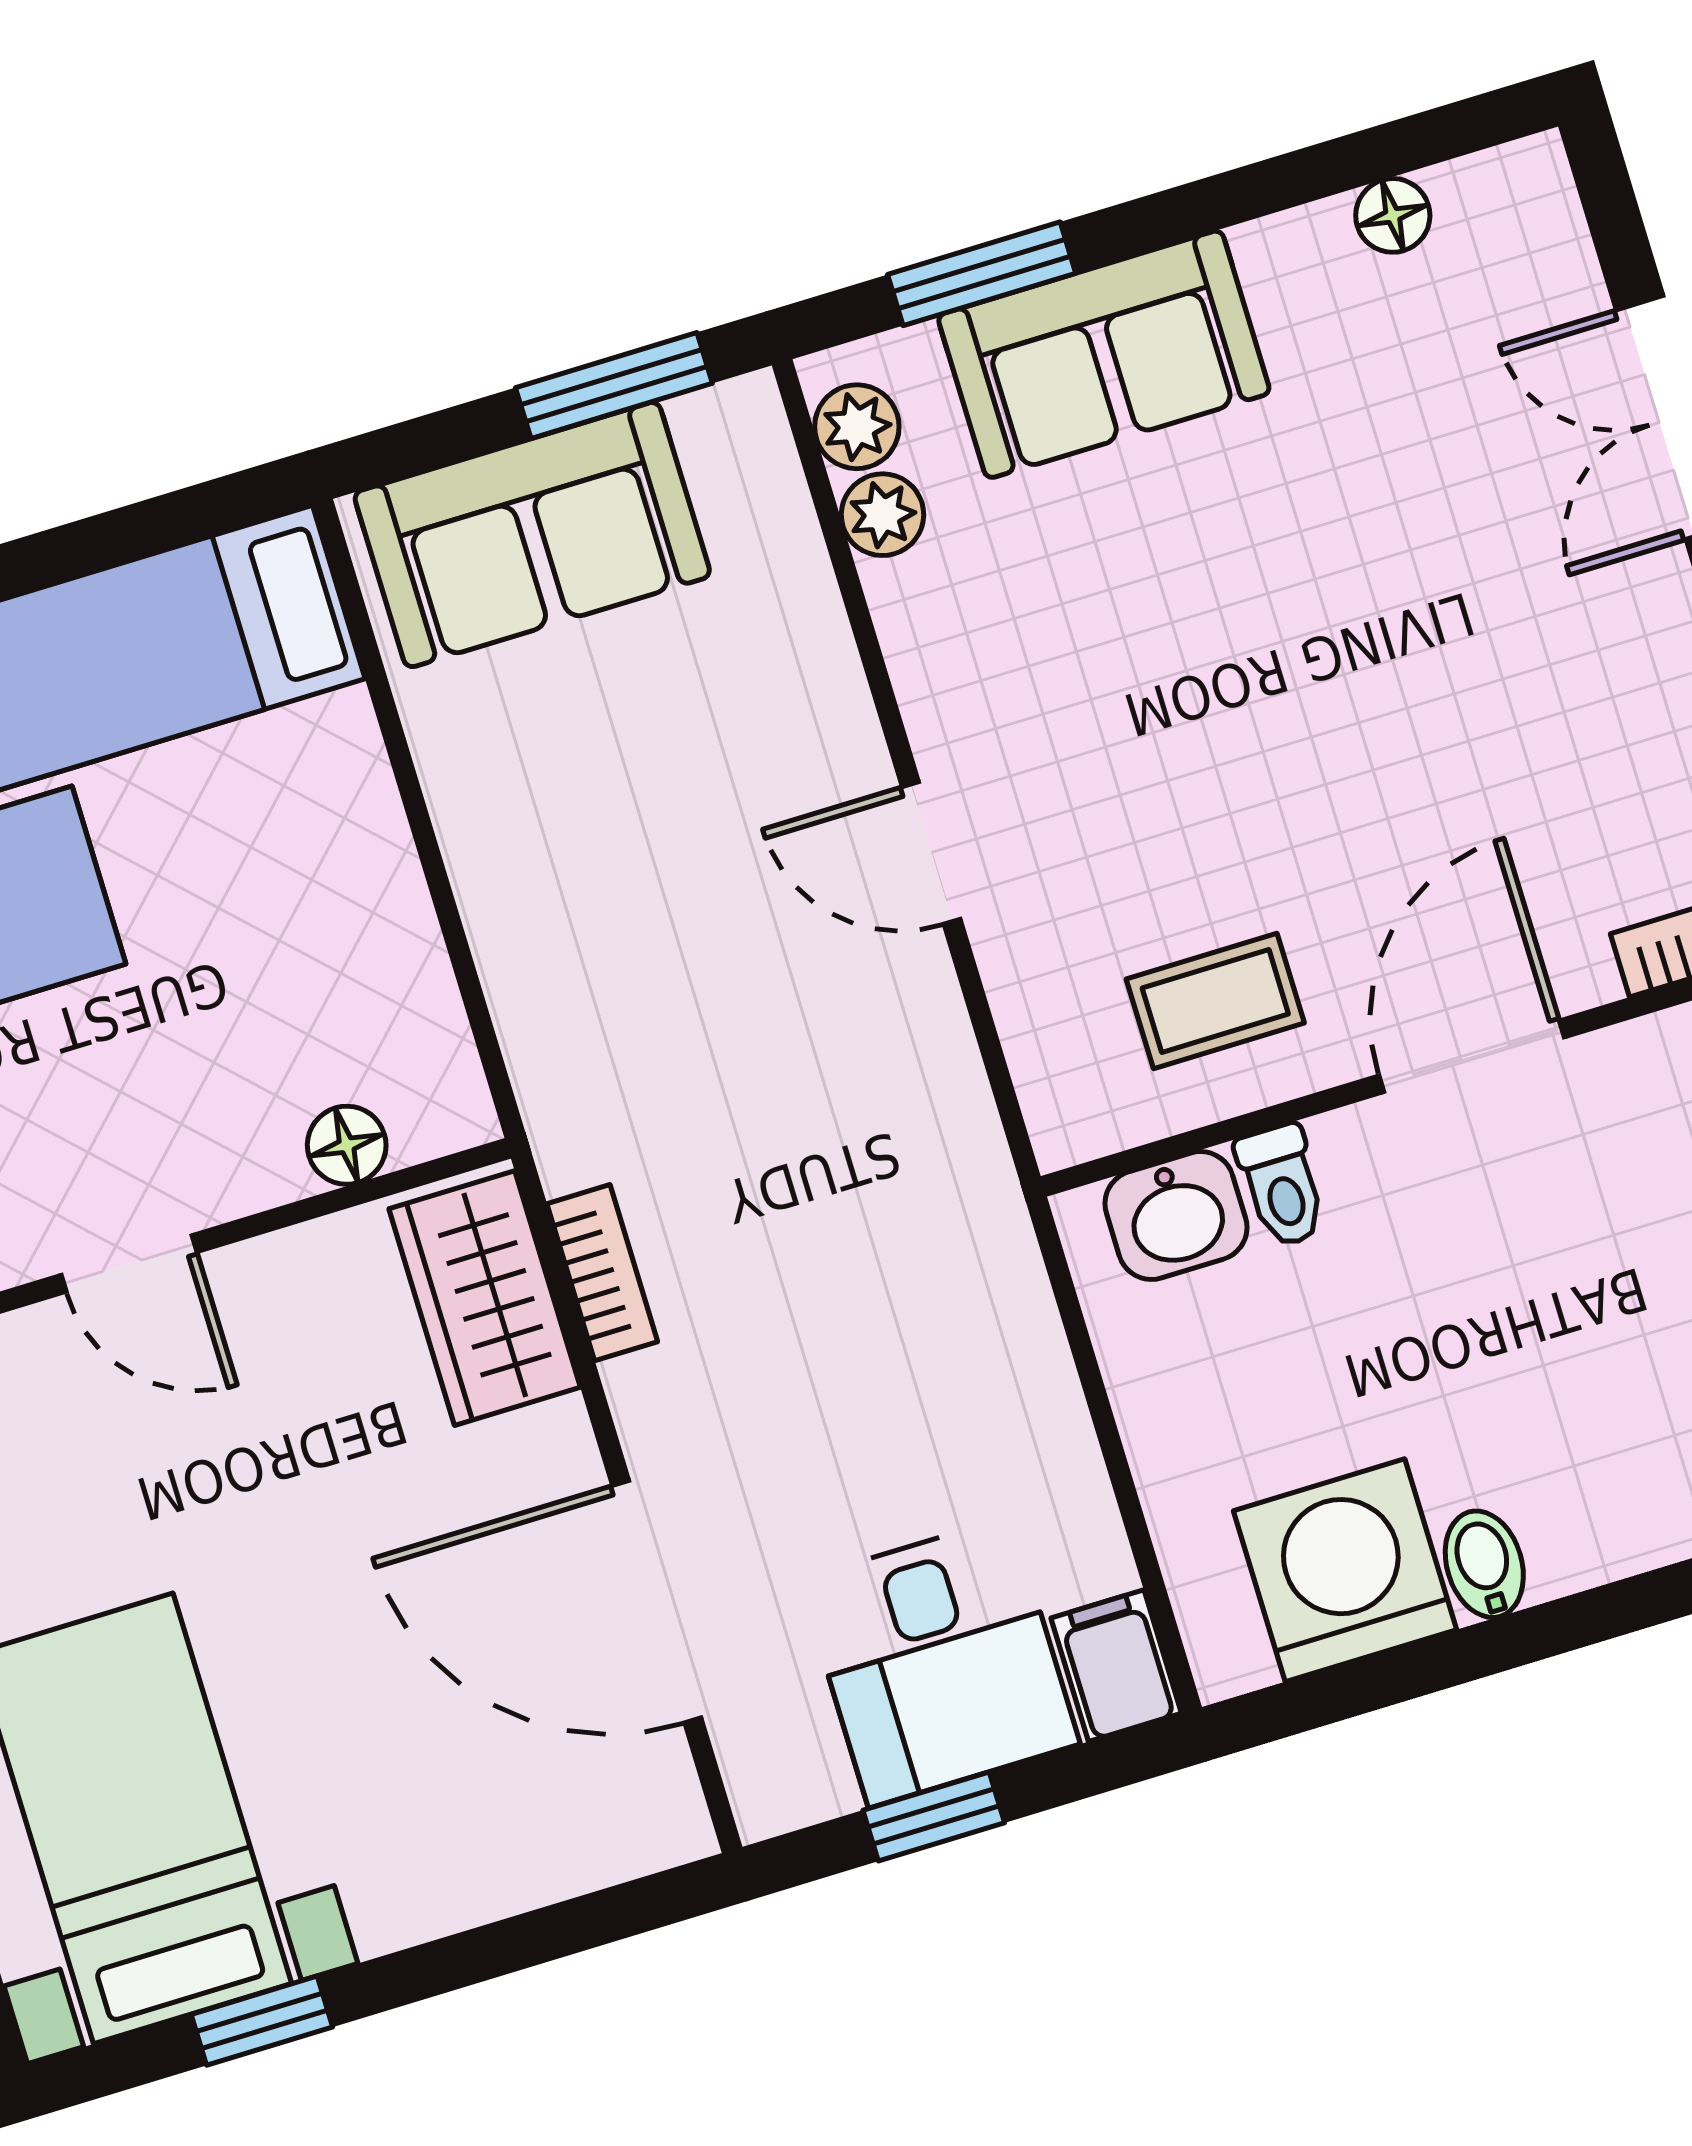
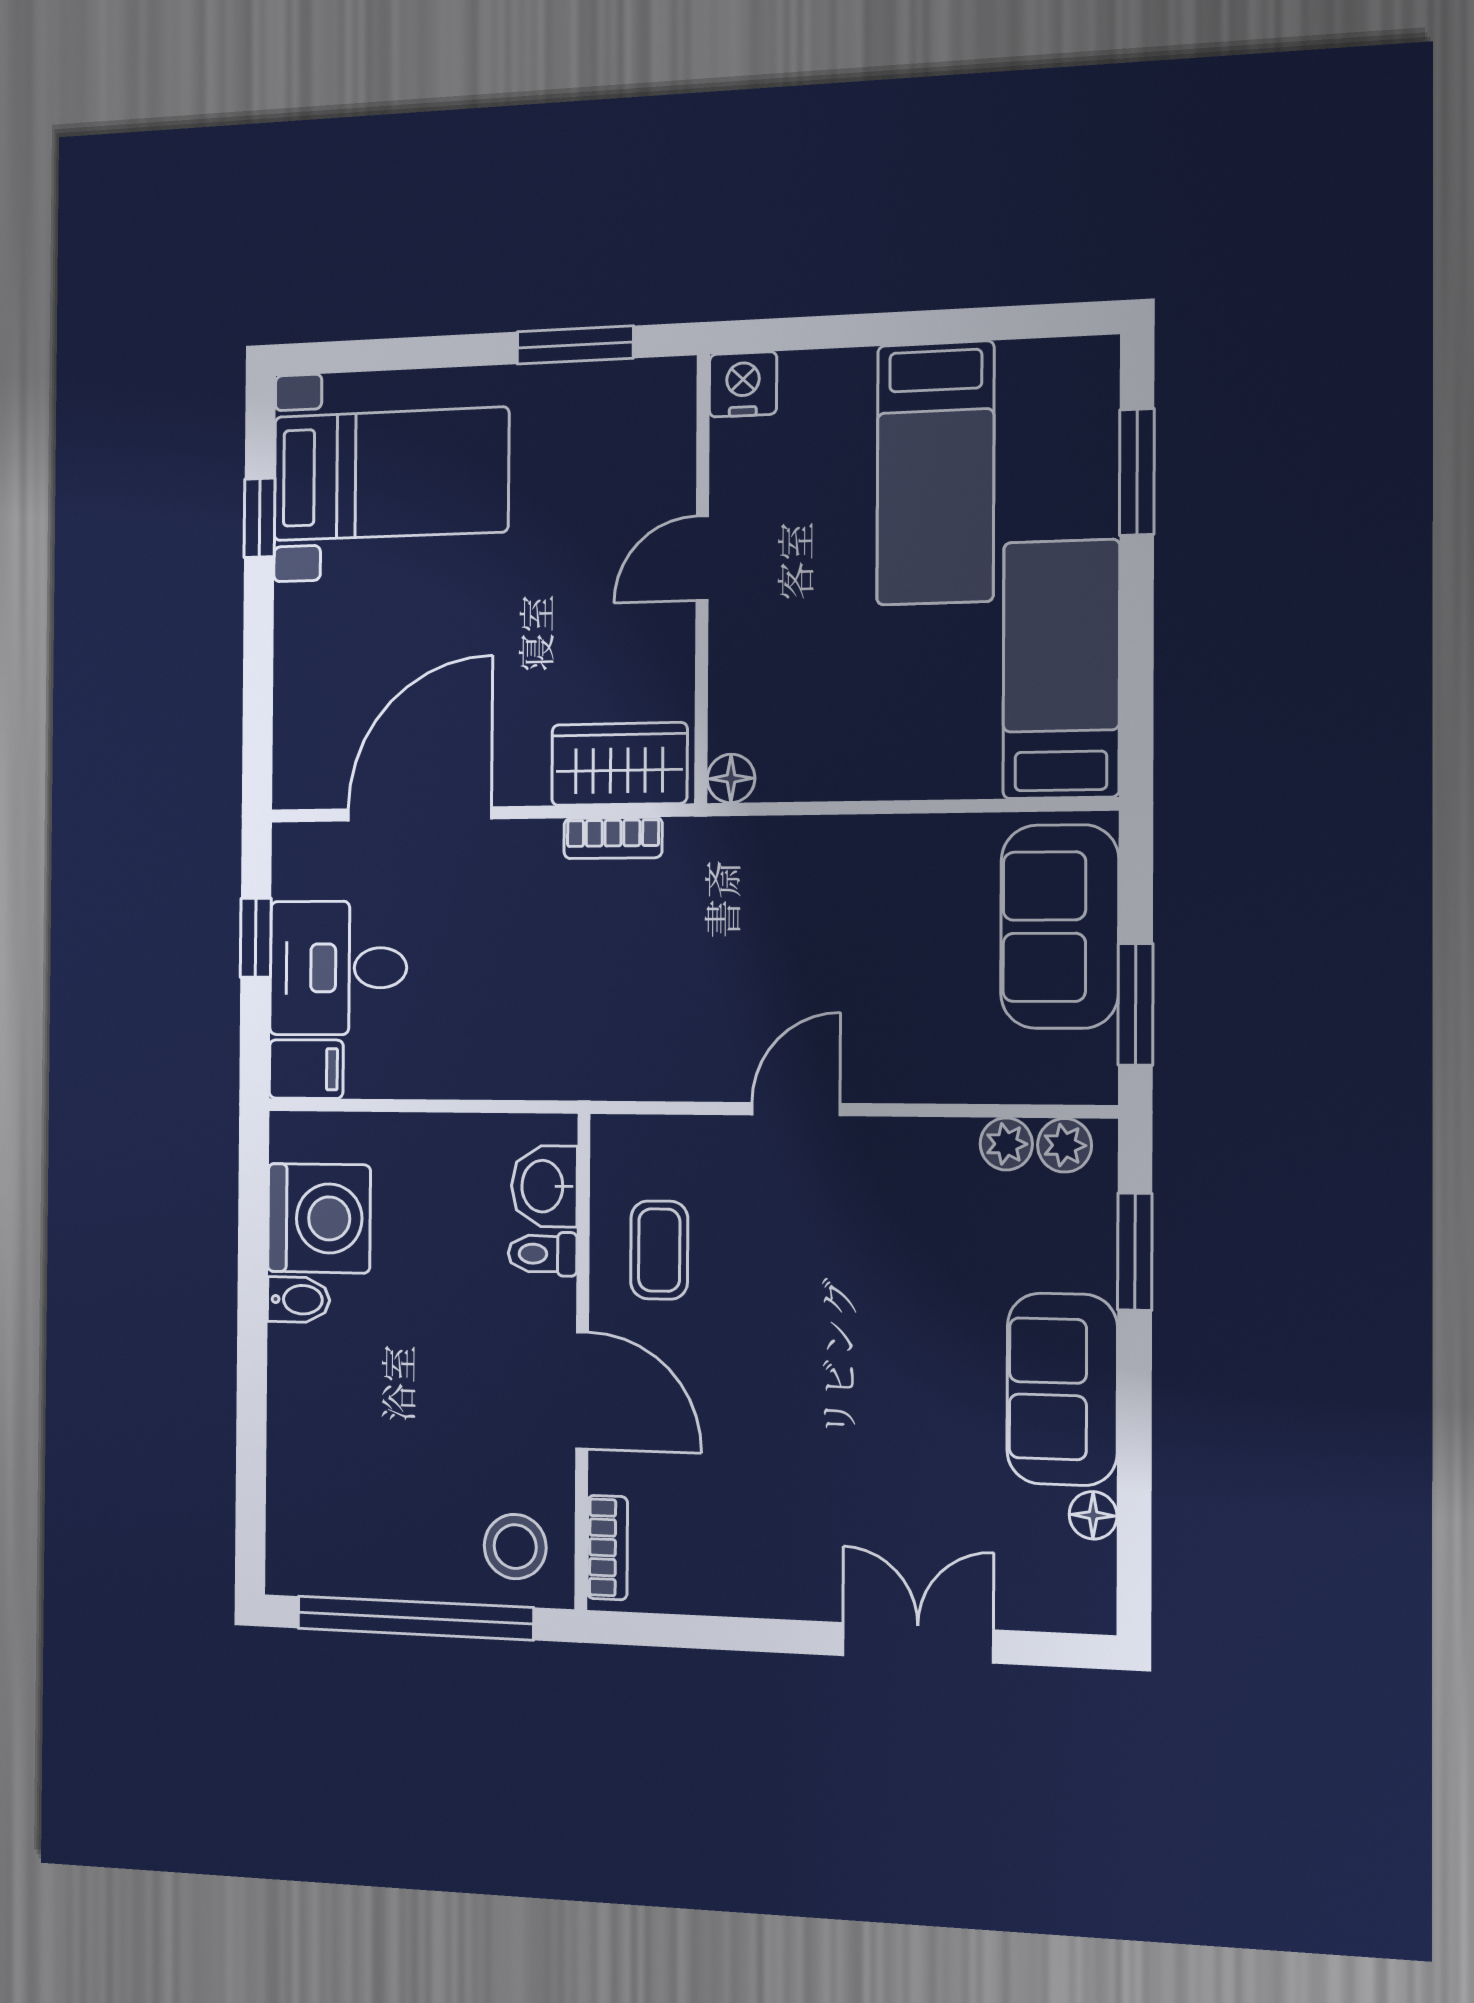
sofa: (1104, 354) -> (1062, 1389), moved
floor lamp: (347, 1145) -> (731, 778), moved

